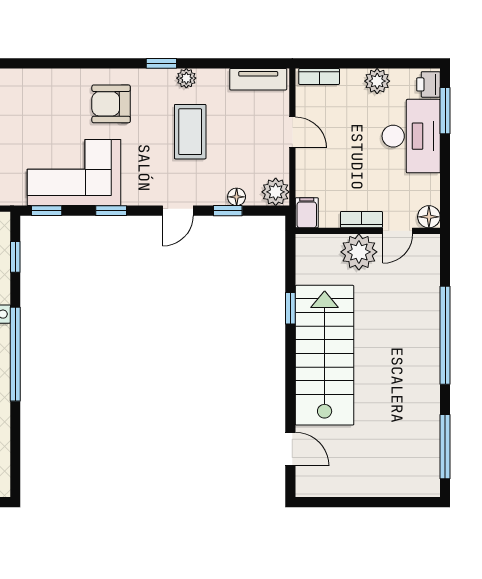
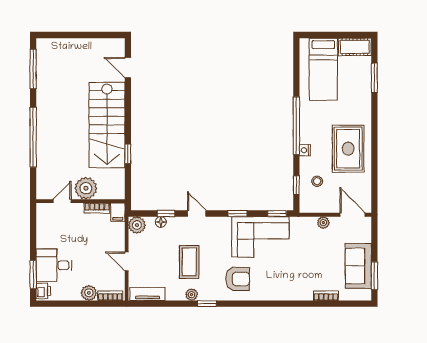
plant: (377, 81) -> (89, 293), moved
desk: (411, 136) -> (54, 265), width x0.73
door: (178, 211) -> (197, 214), hinge flipped
floor lamp: (429, 217) -> (43, 210), removed
bookcase: (361, 220) -> (97, 208), moved

